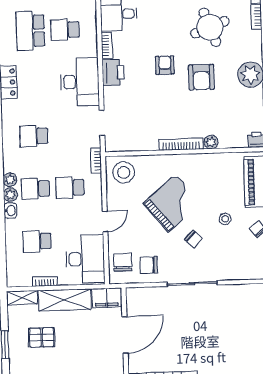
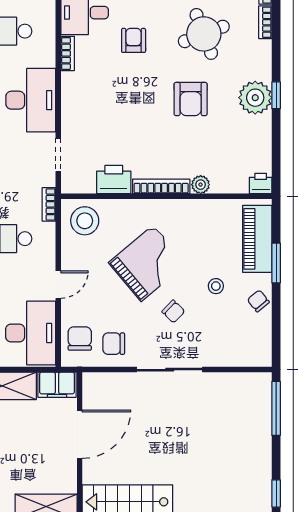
armchair: (165, 65) -> (134, 40), moved
printer: (113, 73) -> (114, 180), moved, turned -90

